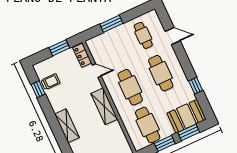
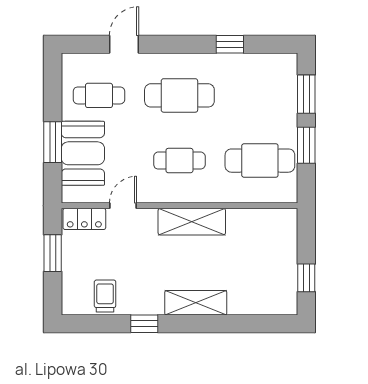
cafe table: (130, 87) -> (179, 161), width x0.73, depth x0.74
window: (38, 89) -> (144, 324), moved
booth: (186, 116) -> (83, 153), moved

